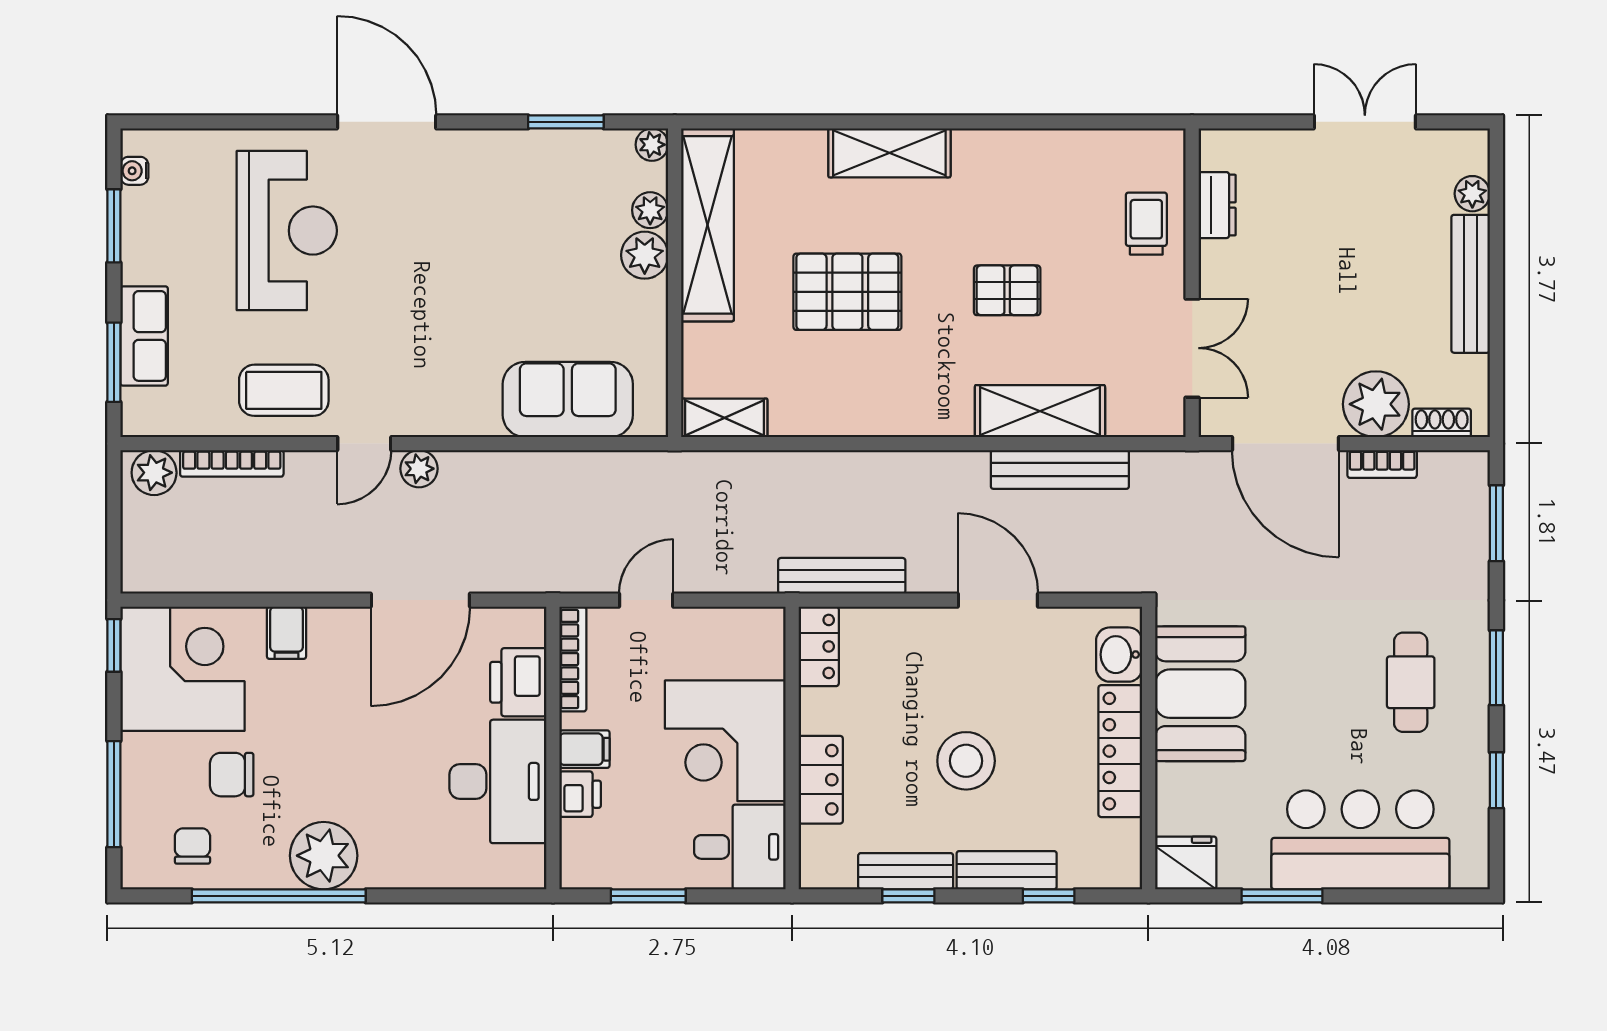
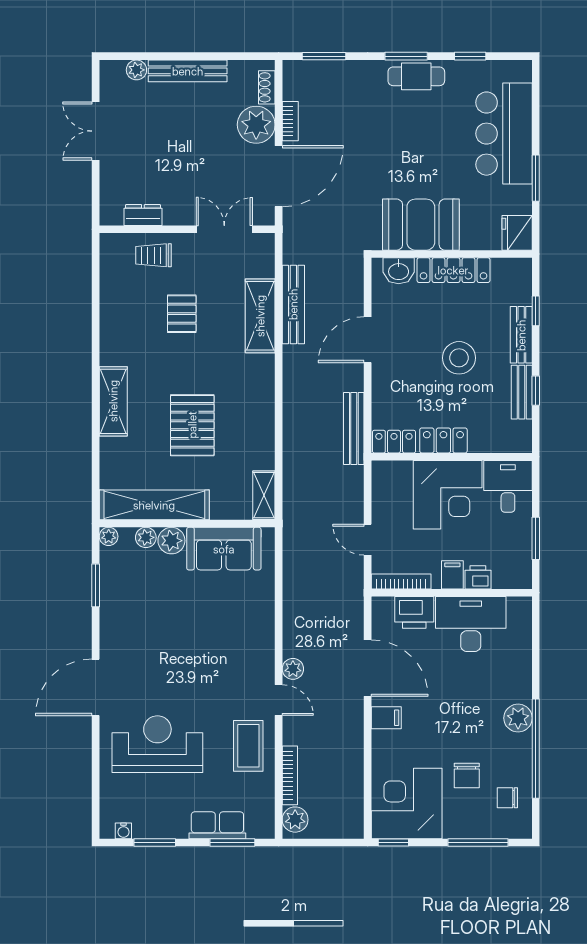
pallet: (1007, 290) -> (182, 314), moved
sofa: (568, 399) -> (224, 549), moved, turned -90
filing cabinet: (286, 633) -> (386, 718), moved
cafe table: (1411, 682) -> (416, 76), moved
locker: (821, 780) -> (443, 440), moved
plant: (324, 856) -> (518, 718), width x0.73, depth x0.73

